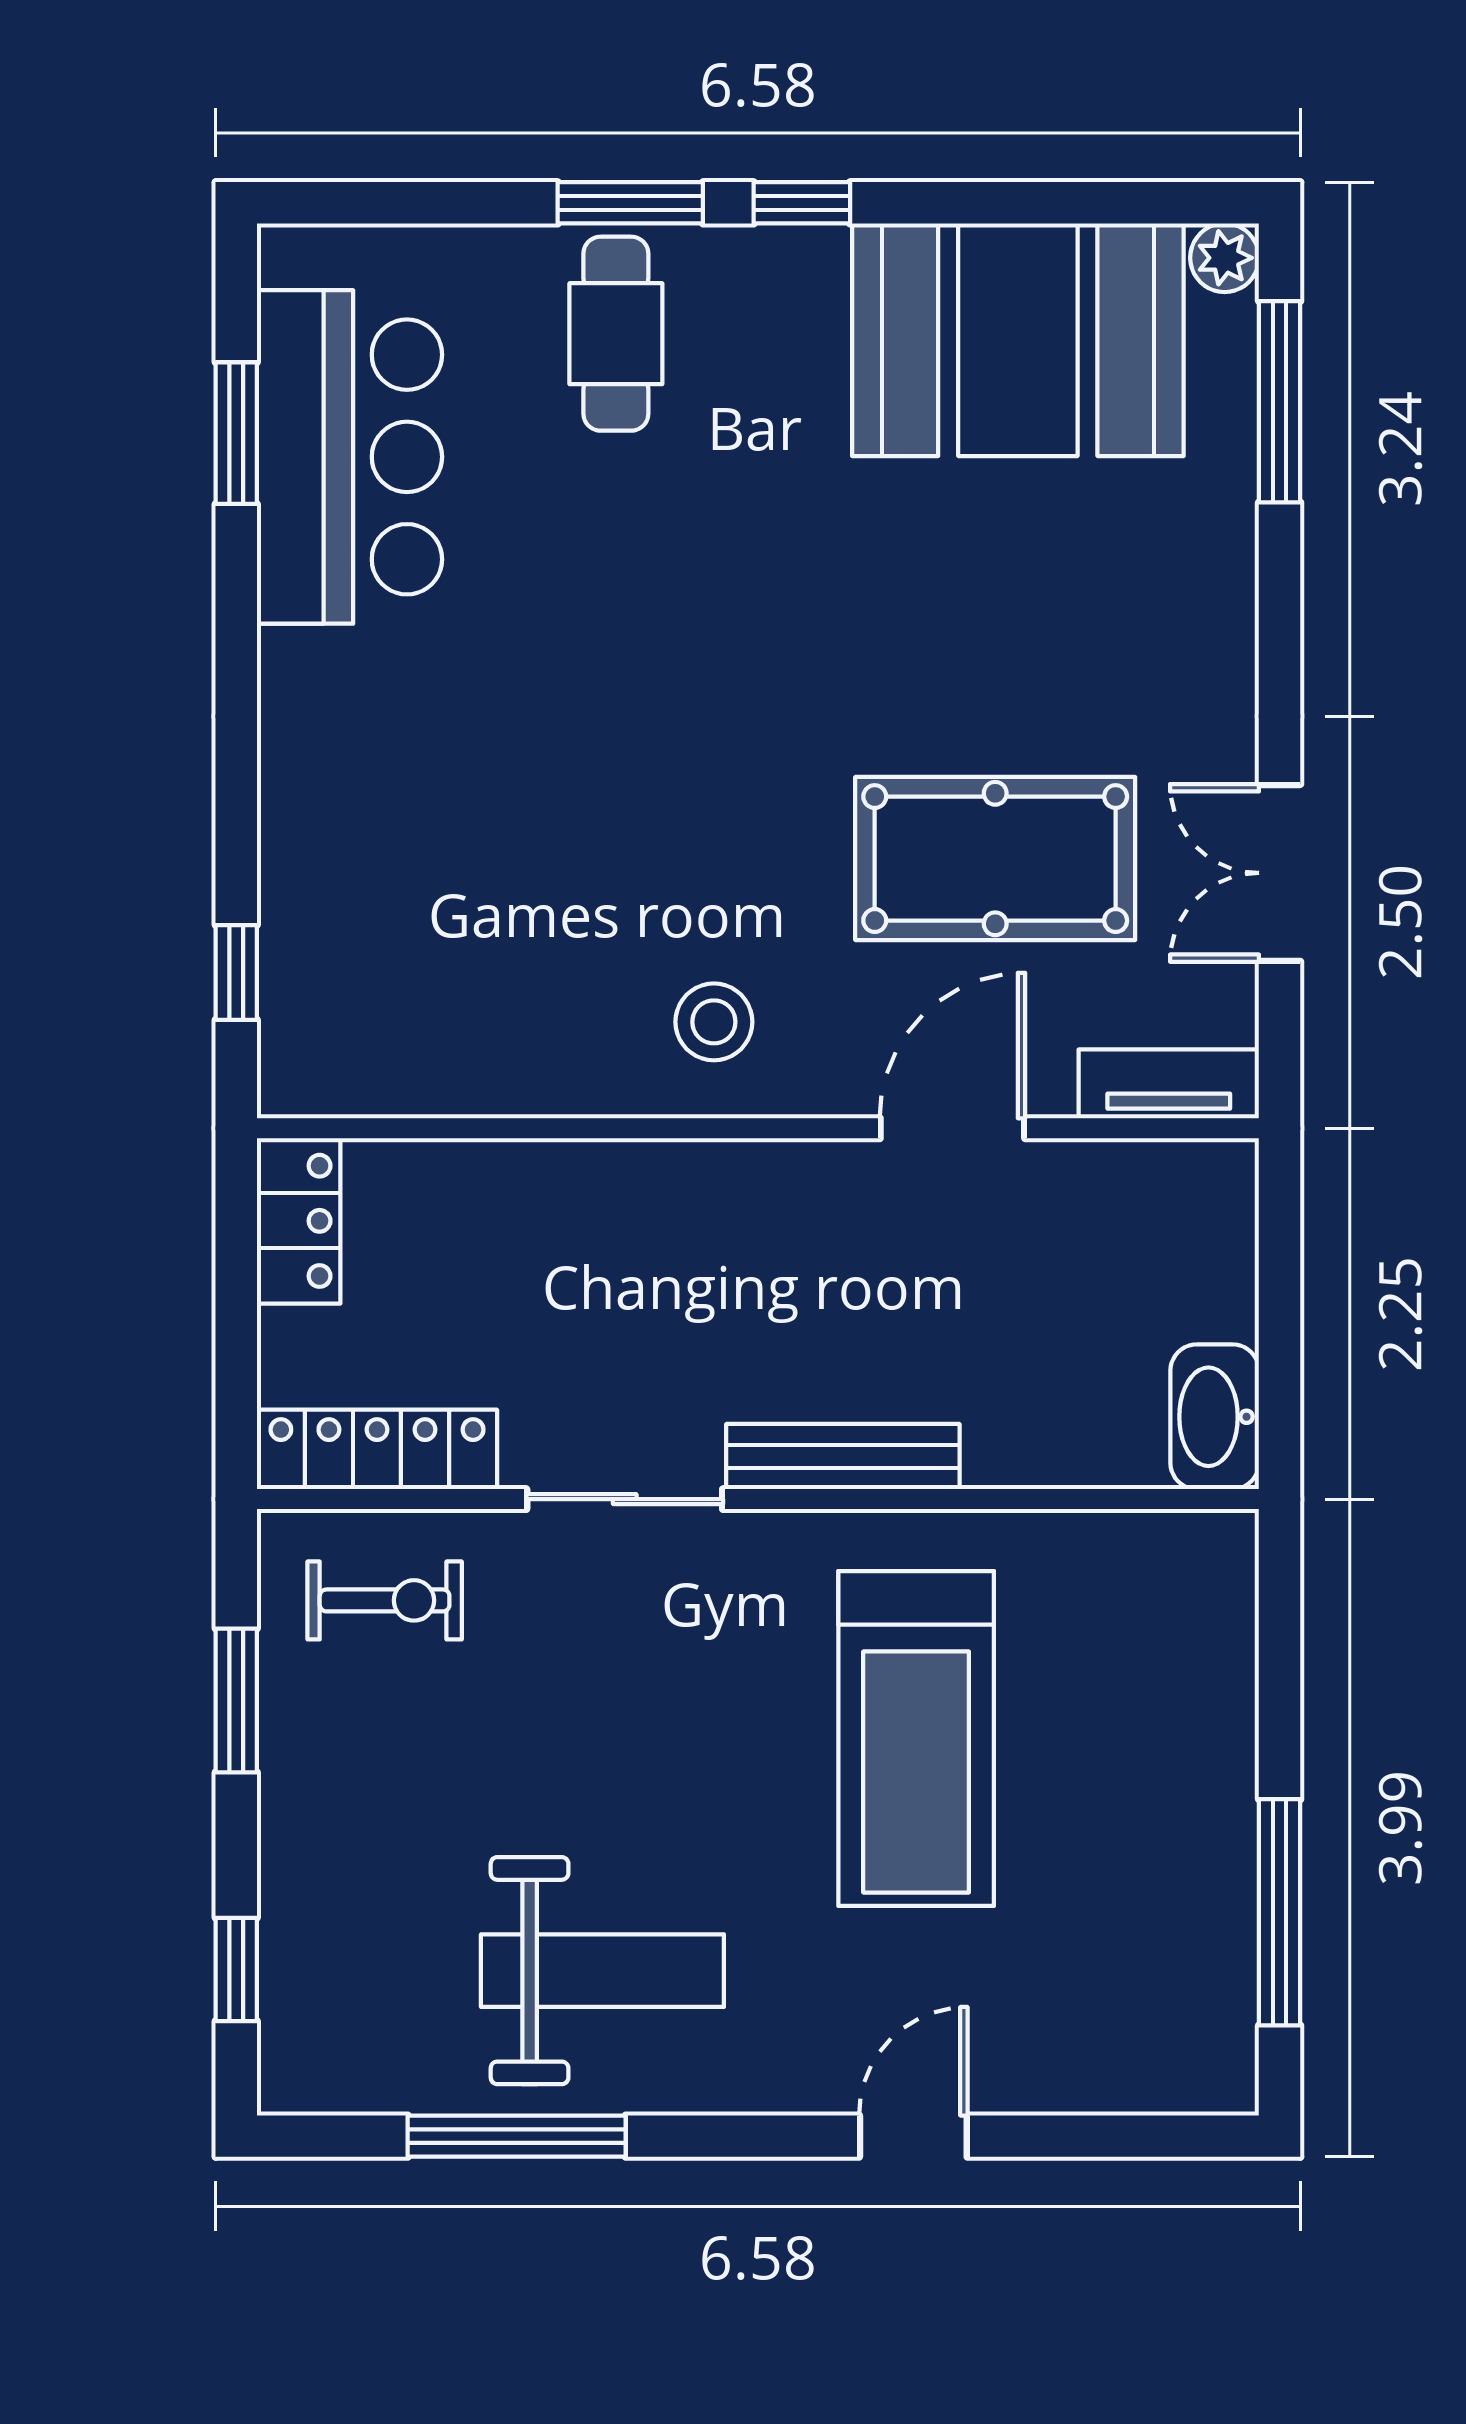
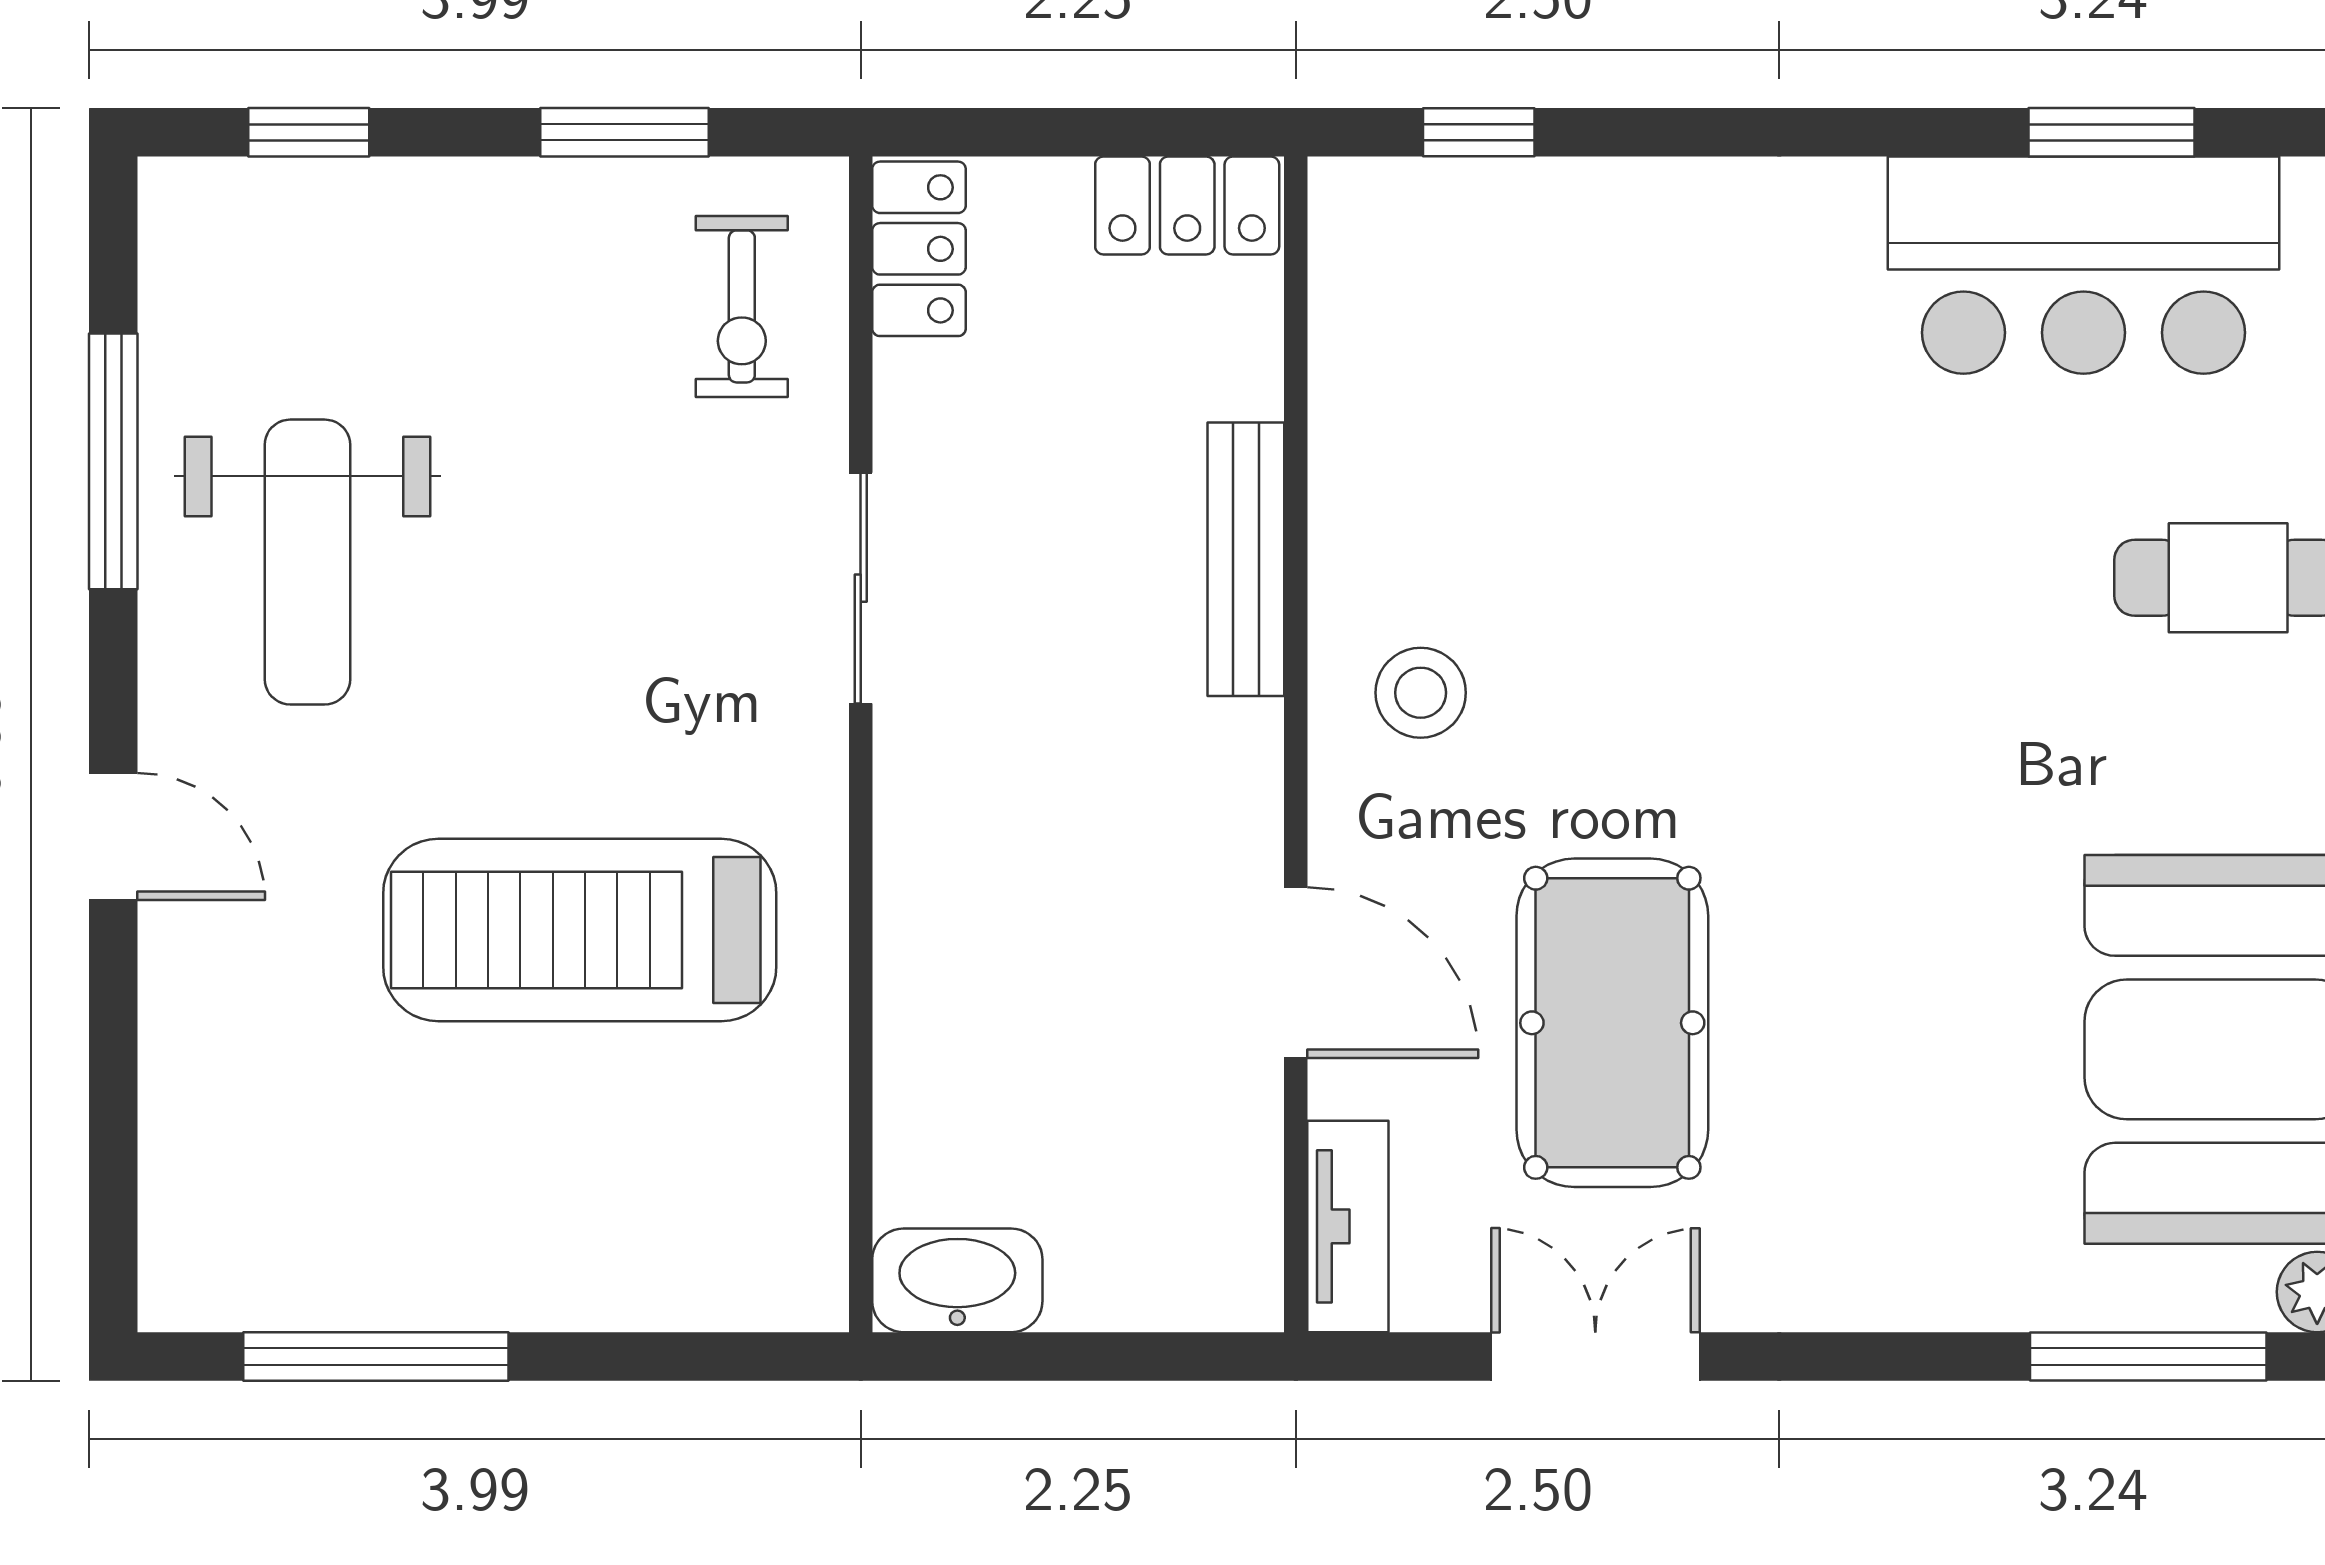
locker: (377, 1449) -> (919, 249), width x0.66
bench: (843, 1457) -> (1246, 559), moved
door: (913, 2136) -> (113, 836), moved

